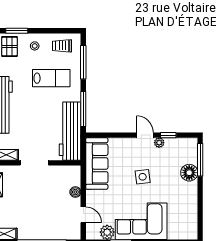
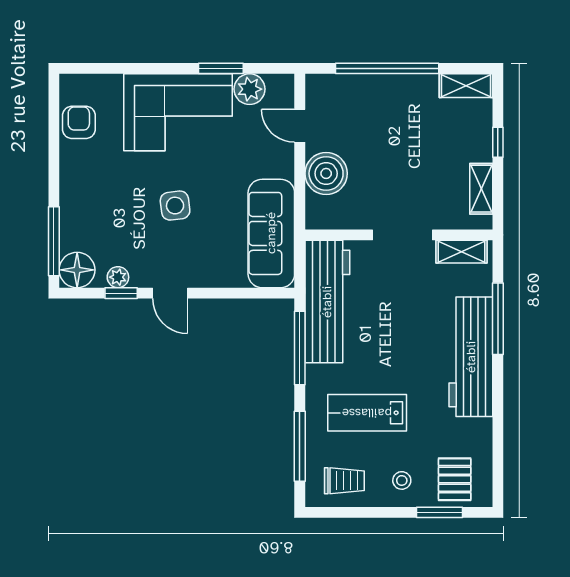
plant: (159, 143) -> (118, 277), moved
floor lamp: (189, 173) -> (77, 270), moved
boiler: (75, 192) -> (326, 173), width x1.86, depth x1.86
armchair: (188, 216) -> (79, 122), added

